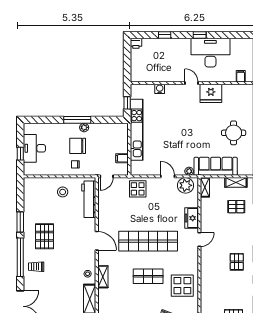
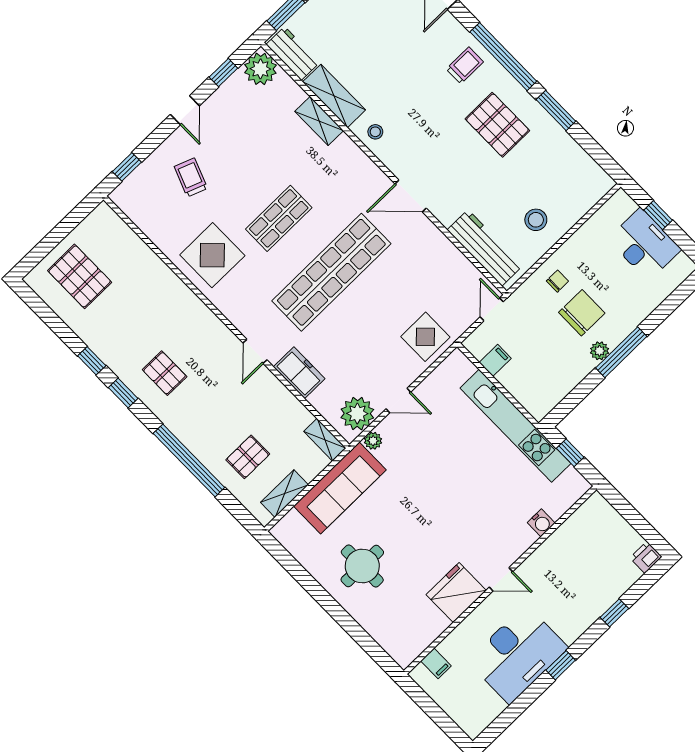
shelving: (103, 277) -> (319, 121), moved

